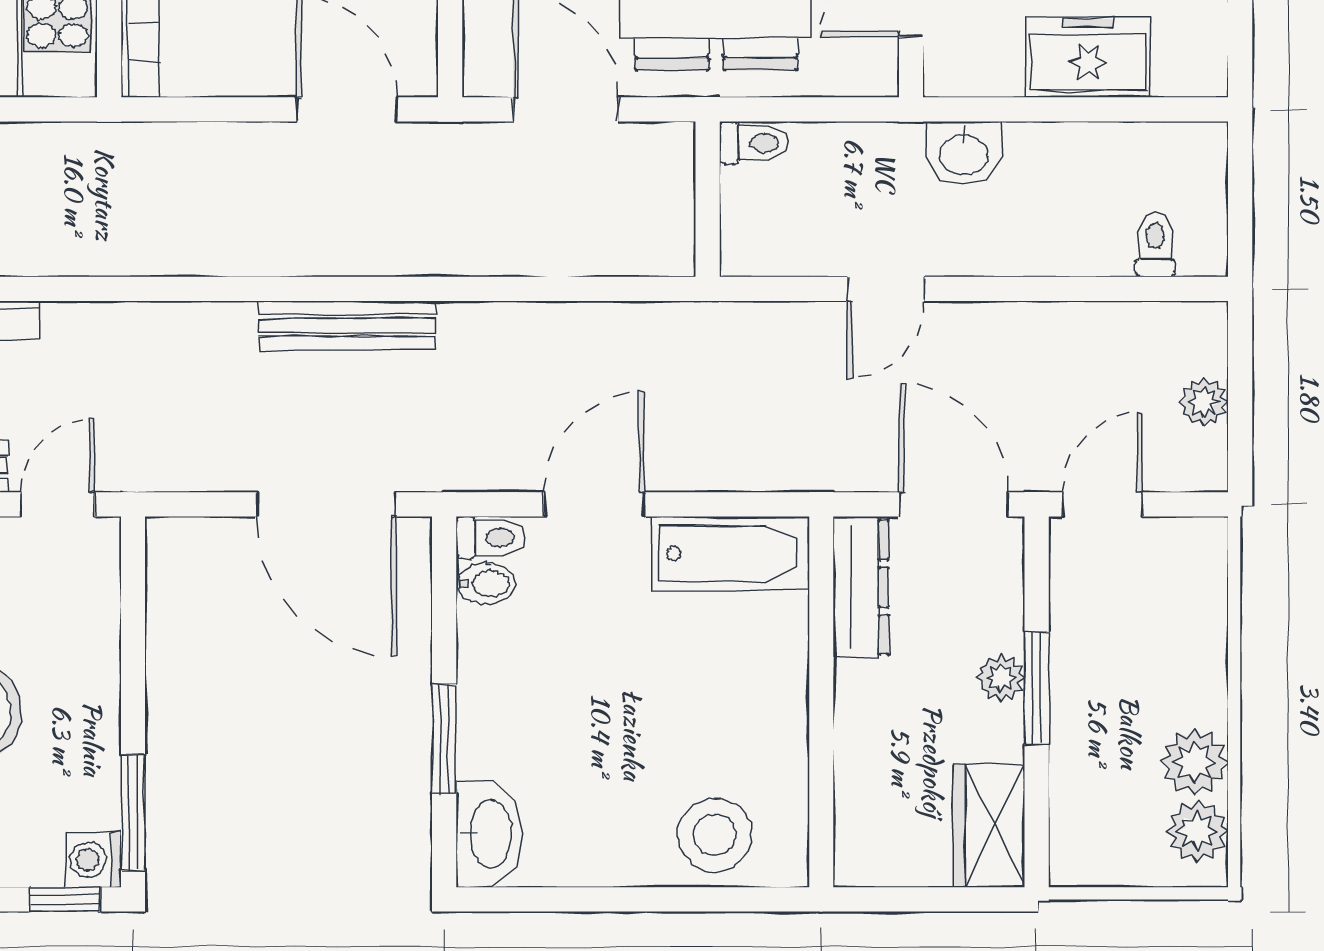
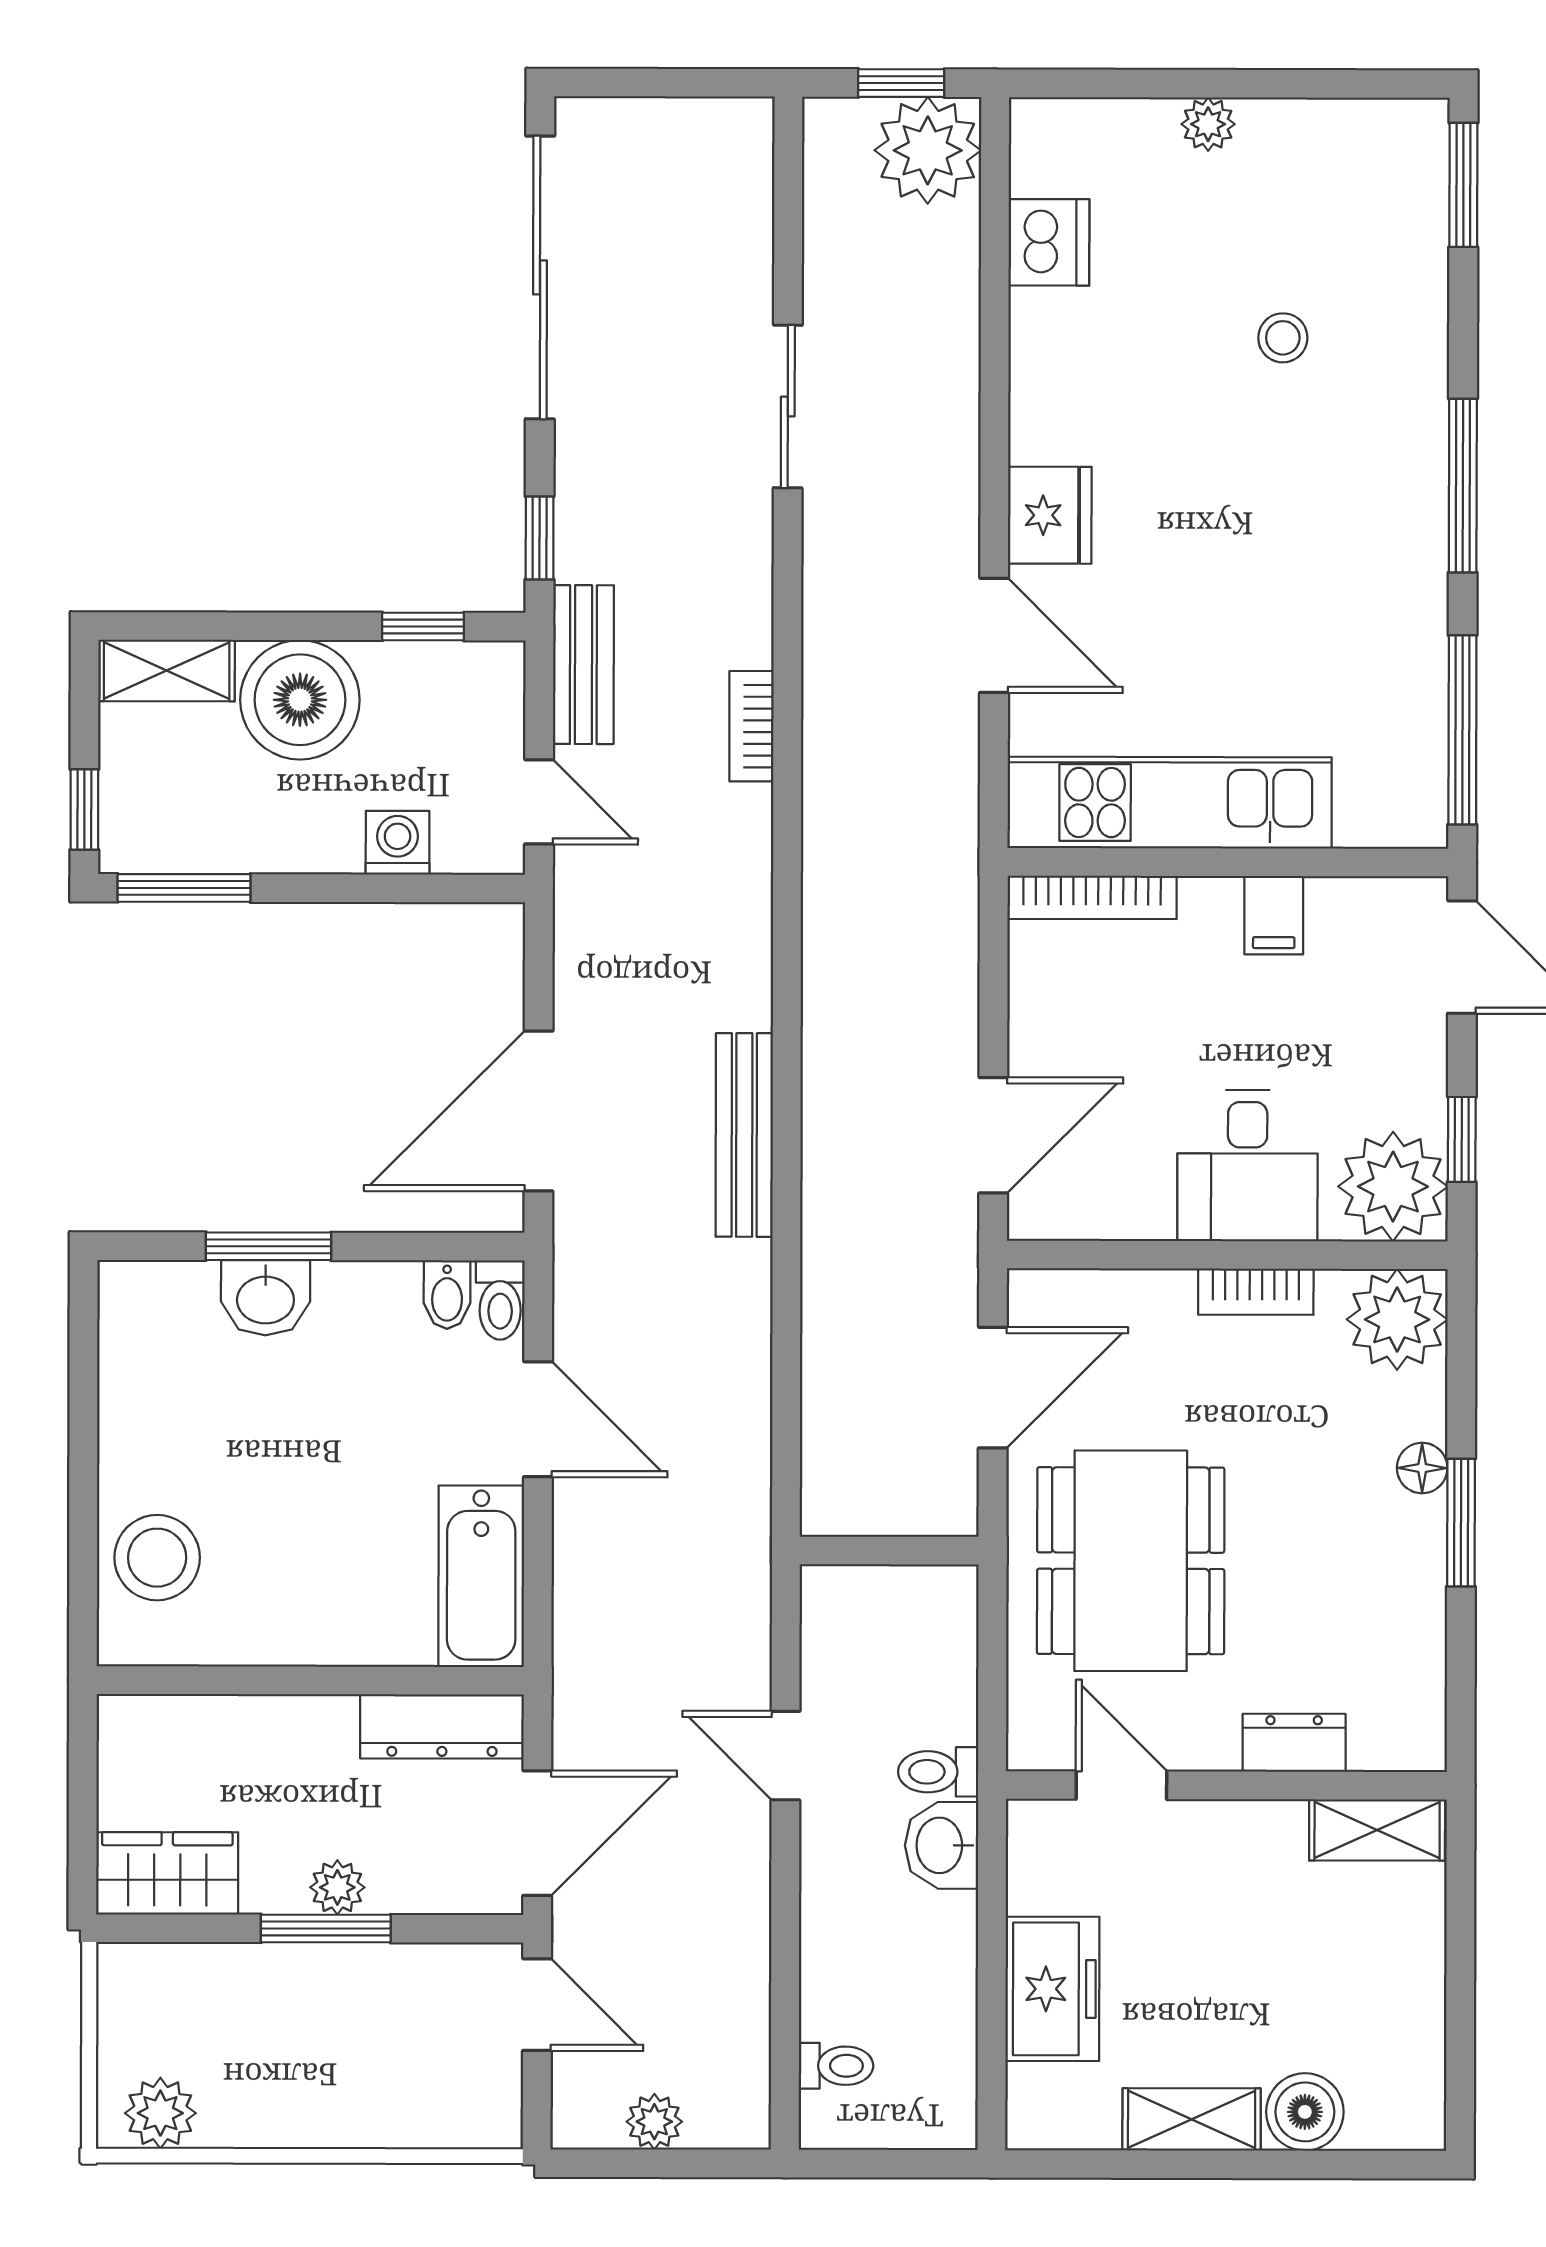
toilet: (754, 143) -> (938, 1772), moved, turned 90
plant: (1194, 762) -> (240, 2110), removed
washbasin: (489, 834) -> (265, 1298), moved, width x0.72
washing machine: (93, 860) -> (398, 843), moved

